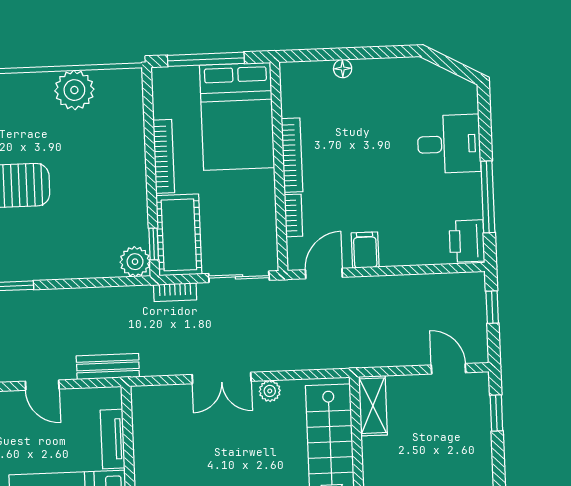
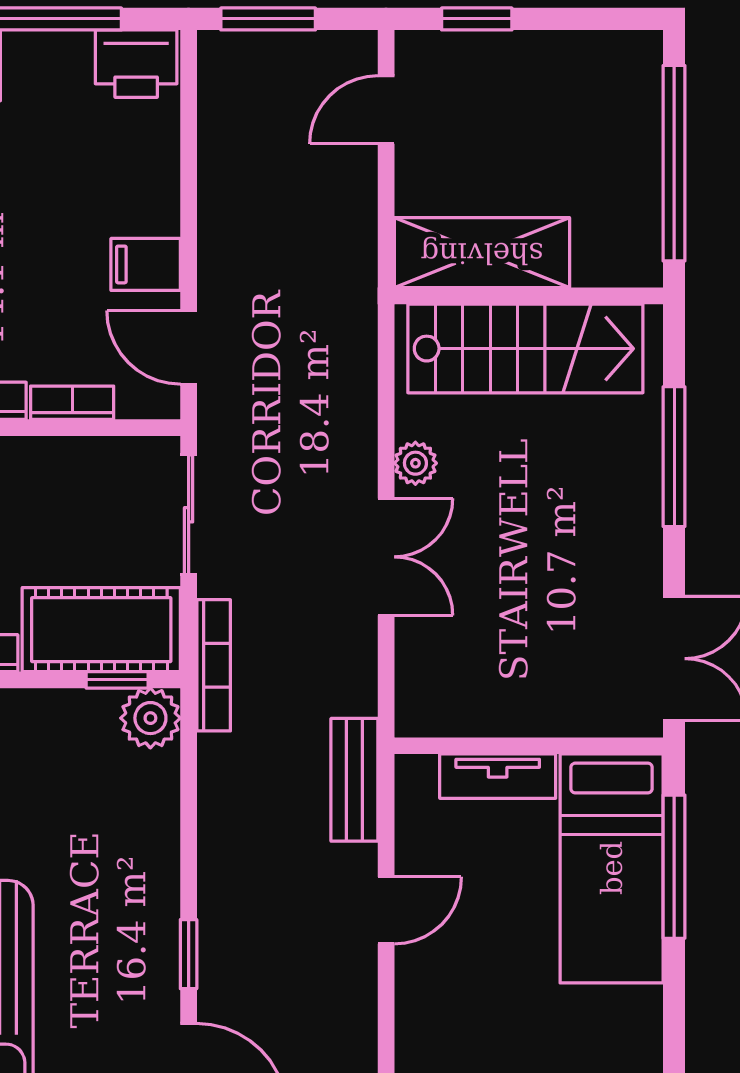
bookcase: (175, 292) -> (214, 665), width x1.56
window: (492, 307) -> (268, 19), width x1.50
shelving: (373, 406) -> (482, 253), width x1.50, depth x1.33

